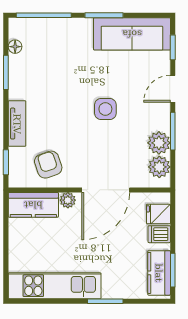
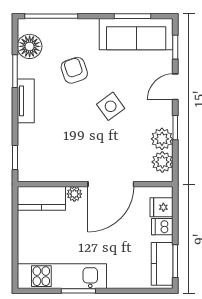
window: (104, 15) -> (132, 16), moved
floor lamp: (15, 47) -> (30, 46), width x1.89, depth x1.89
side table: (105, 109) -> (111, 106), turned -36
tv unit: (17, 124) -> (26, 101), moved
window: (173, 131) -> (175, 128), width x0.67
armchair: (48, 165) -> (74, 70), moved
window: (105, 301) -> (78, 291), moved

